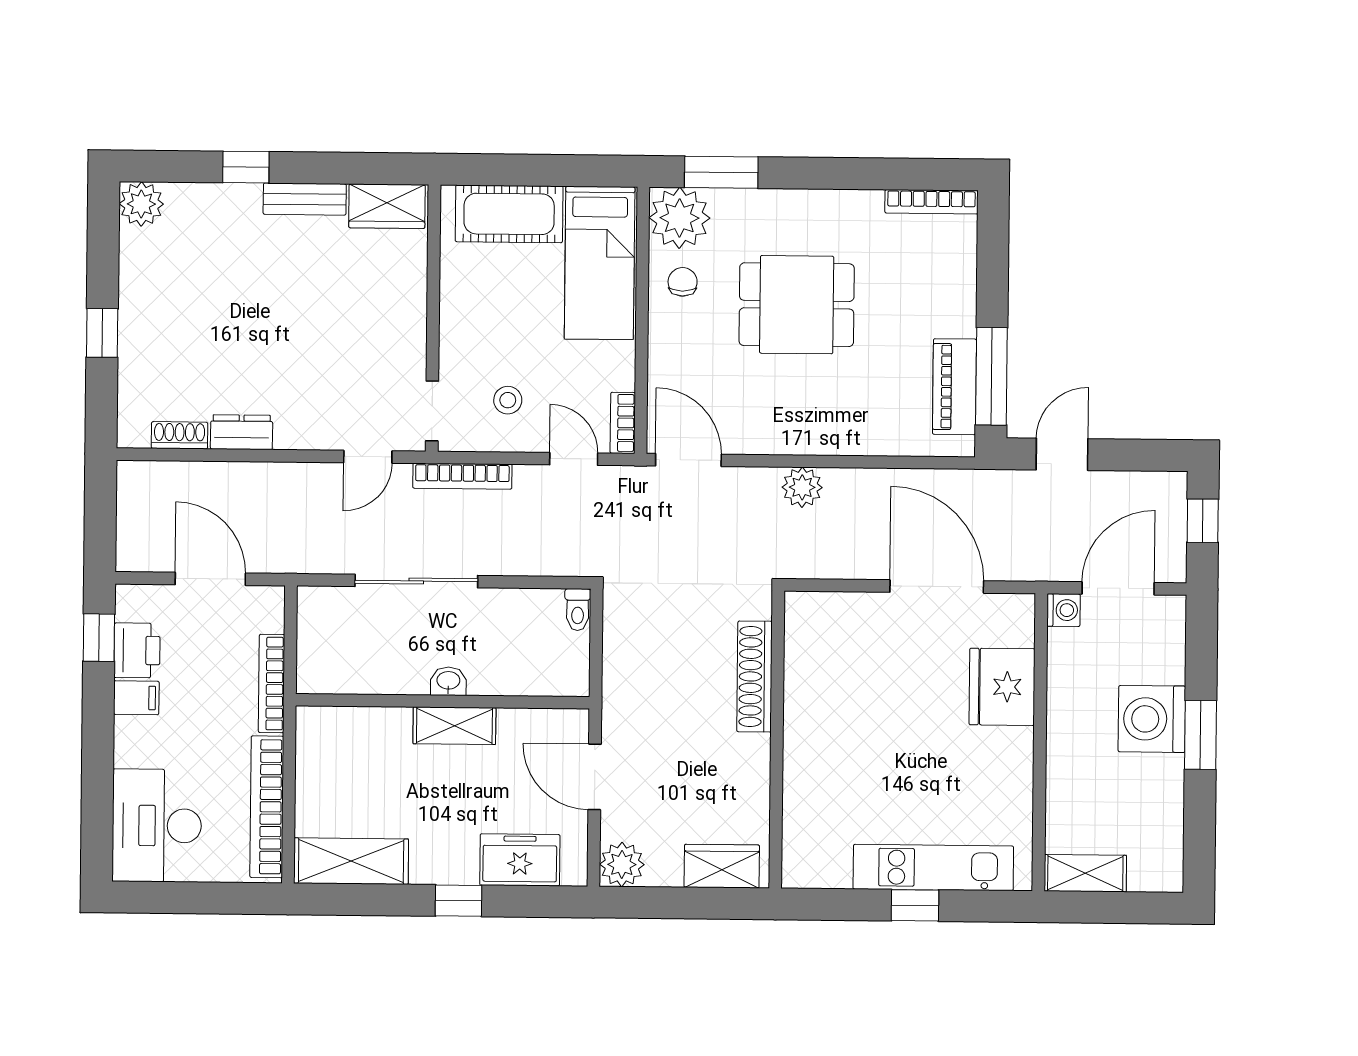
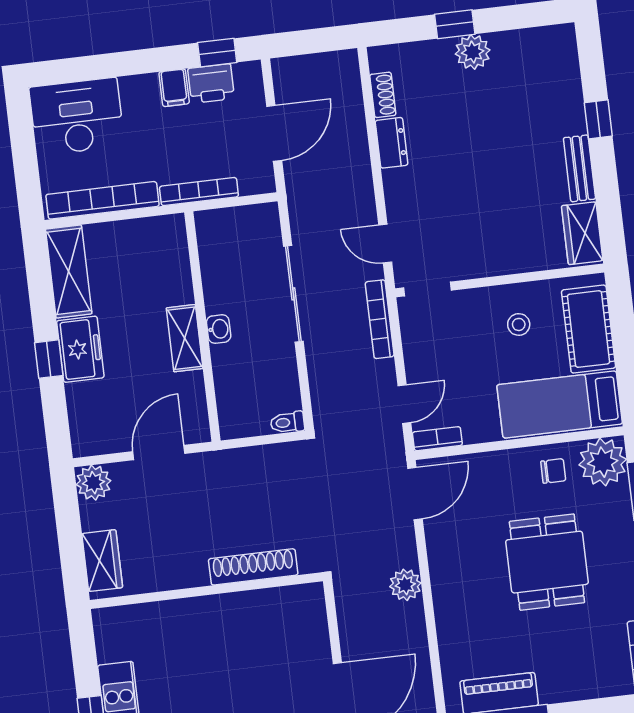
plant: (141, 204) -> (473, 52), moved
stool: (508, 400) -> (519, 324), moved
freezer: (520, 860) -> (80, 349), moved

